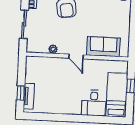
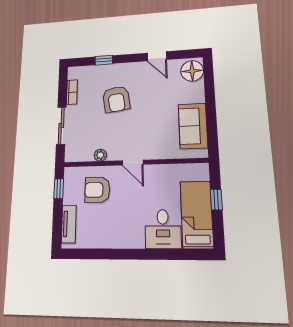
sofa: (103, 47) -> (193, 126), moved, turned -90
armchair: (50, 74) -> (97, 190), added
window: (21, 93) -> (59, 189), moved

